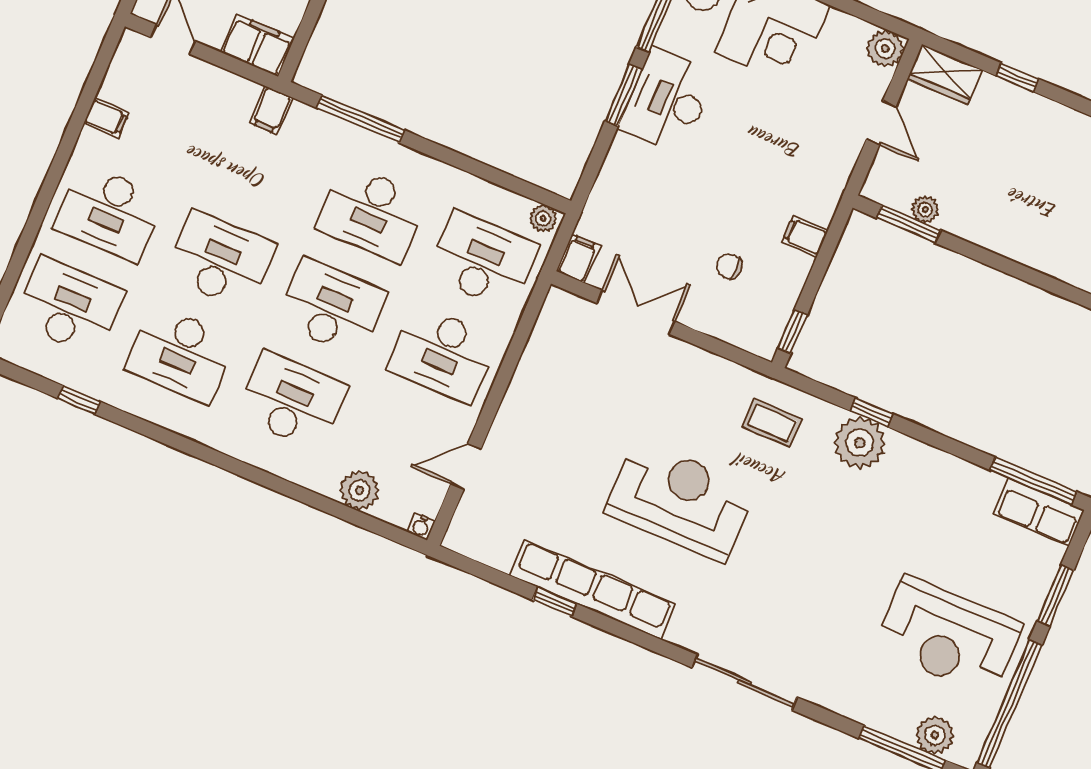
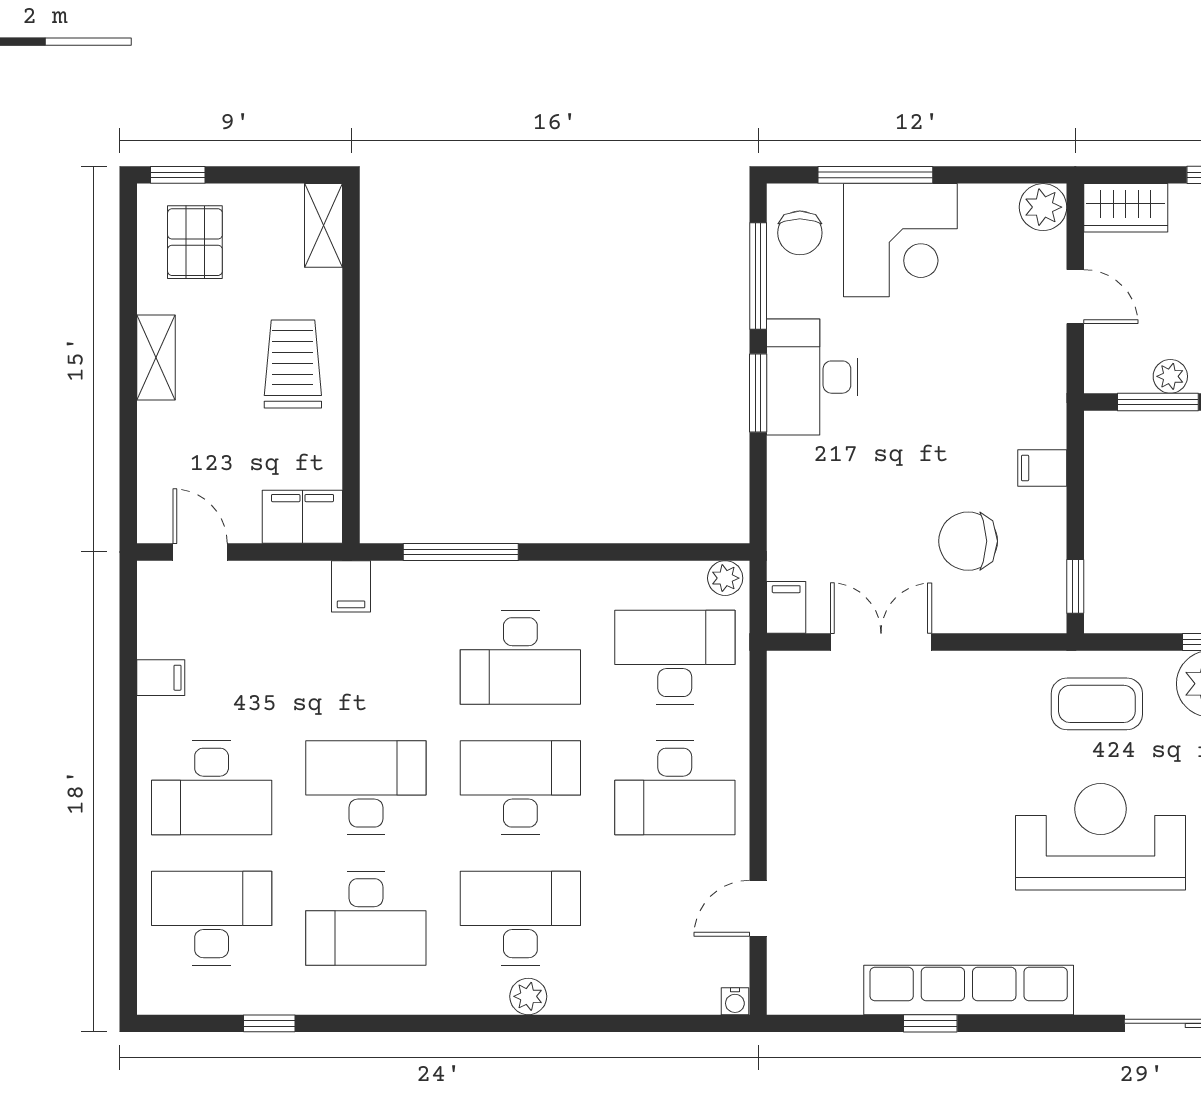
chair: (729, 266) -> (968, 541), width x1.87, depth x1.87
coffee table: (772, 423) -> (1097, 704), width x1.36, depth x1.30
plant: (360, 490) -> (528, 996), moved, width x0.73, depth x0.73
reception desk: (680, 500) -> (1101, 837), moved

